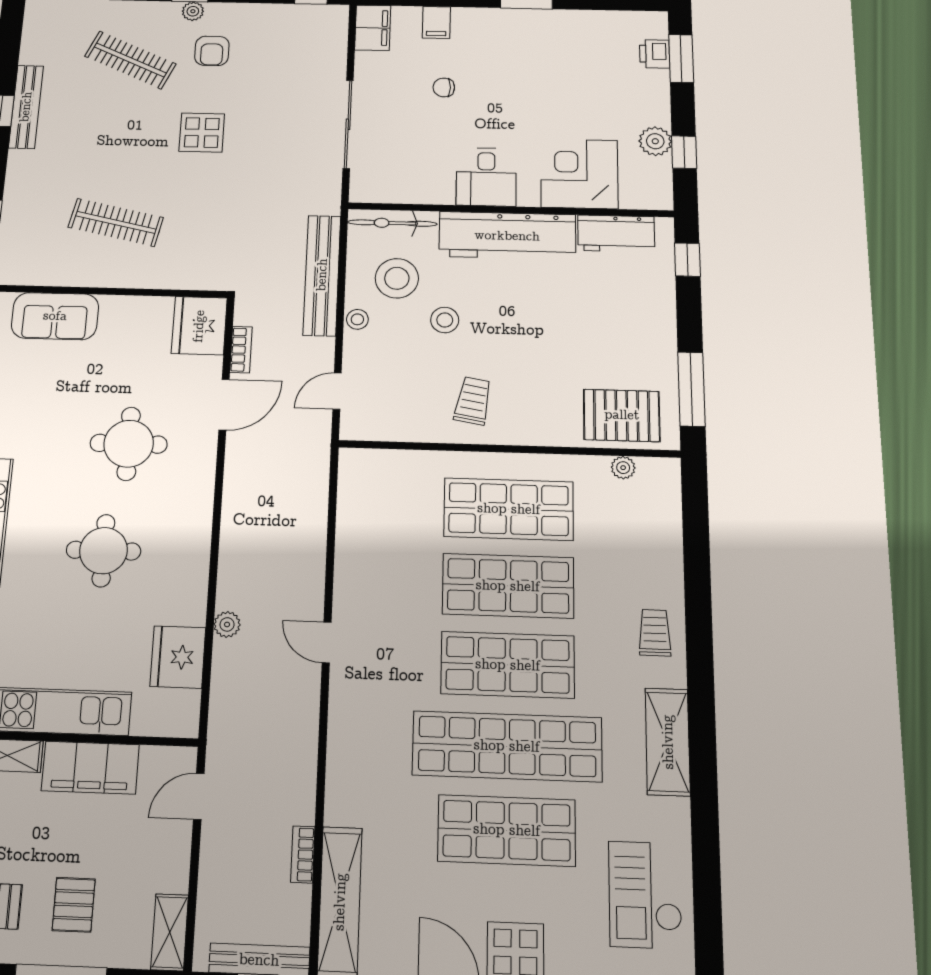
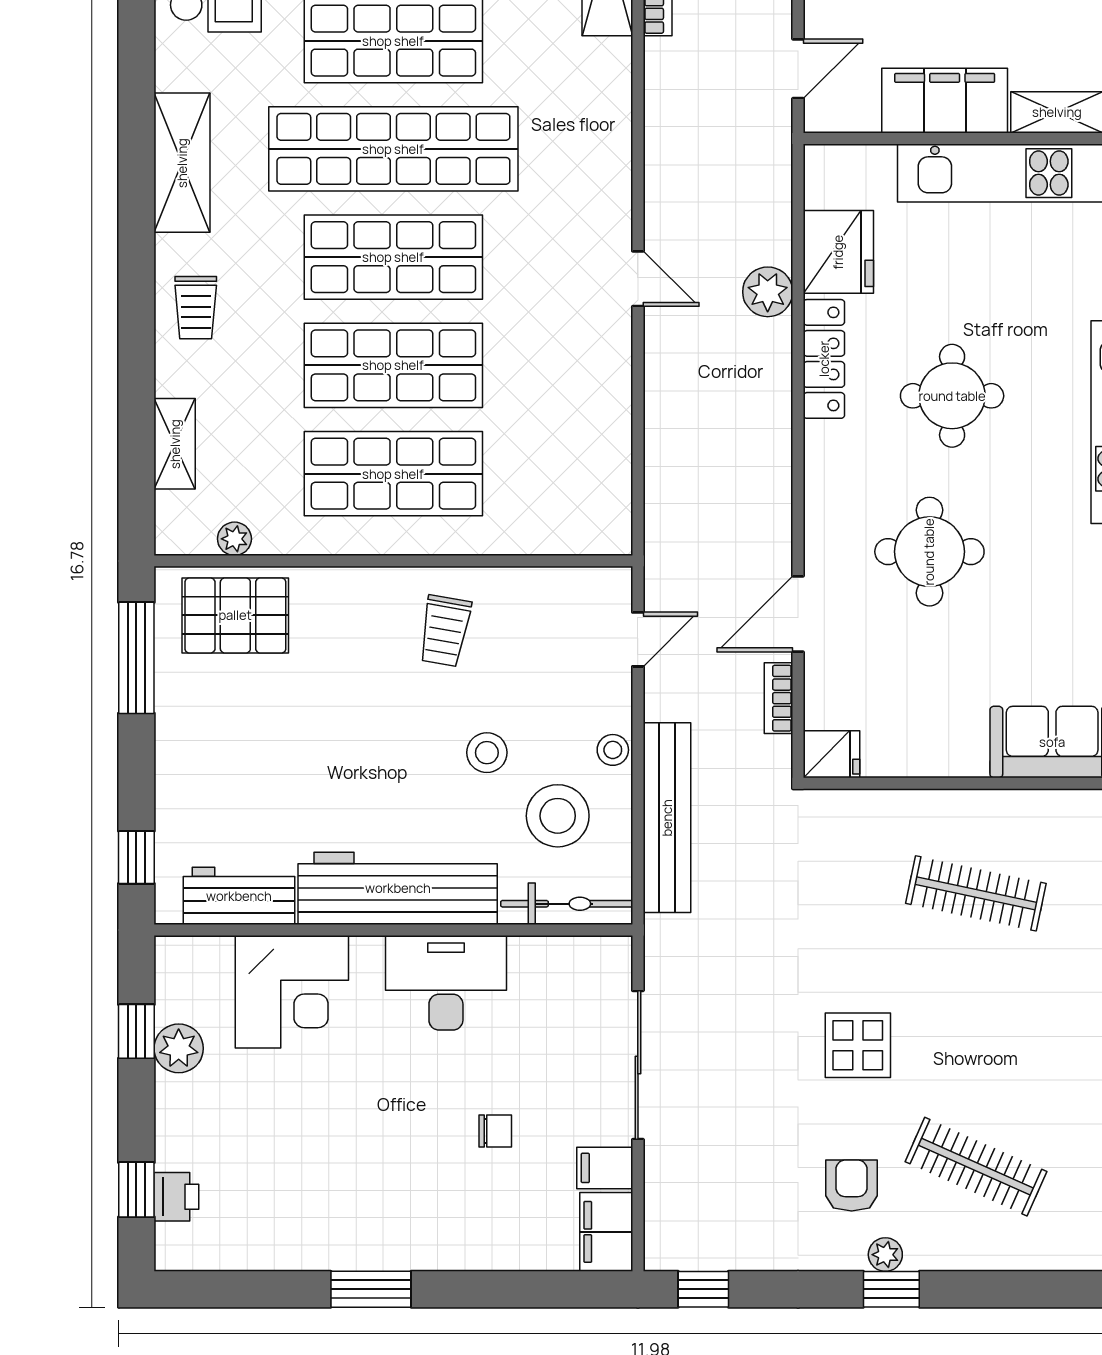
filing cabinet: (436, 22) -> (605, 1168), moved, turned -90
window: (681, 59) -> (136, 1190), width x0.67
desk: (486, 177) -> (446, 983), width x1.37
fridge: (199, 326) -> (832, 754), width x0.53, depth x0.75
shelving: (668, 535) -> (175, 444), added
locker: (194, 580) -> (824, 359), added
plant: (227, 624) -> (768, 292), width x1.38, depth x1.38

